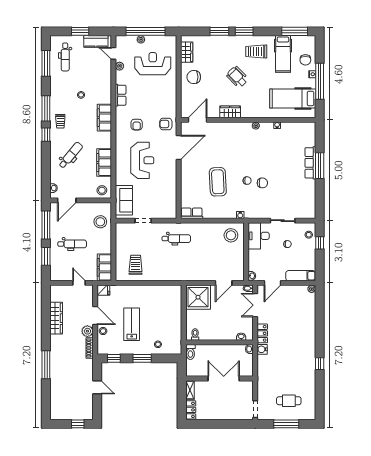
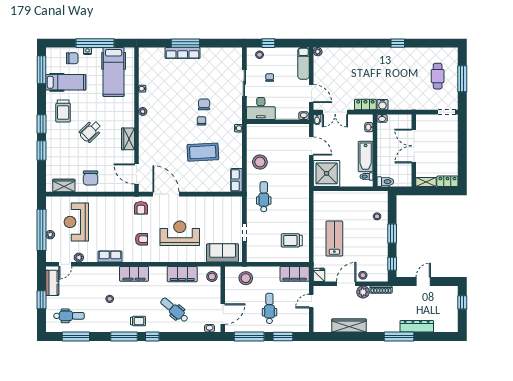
door: (67, 200) -> (223, 314), hinge flipped
stool: (231, 235) -> (260, 162), moved
lab bench: (132, 324) -> (334, 239), moved, turned 90
bathtub: (214, 334) -> (366, 157), added
dresser: (55, 381) -> (417, 326), added

